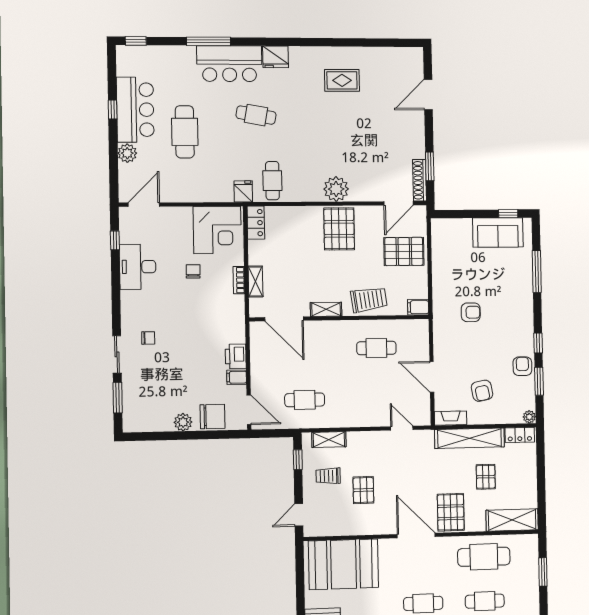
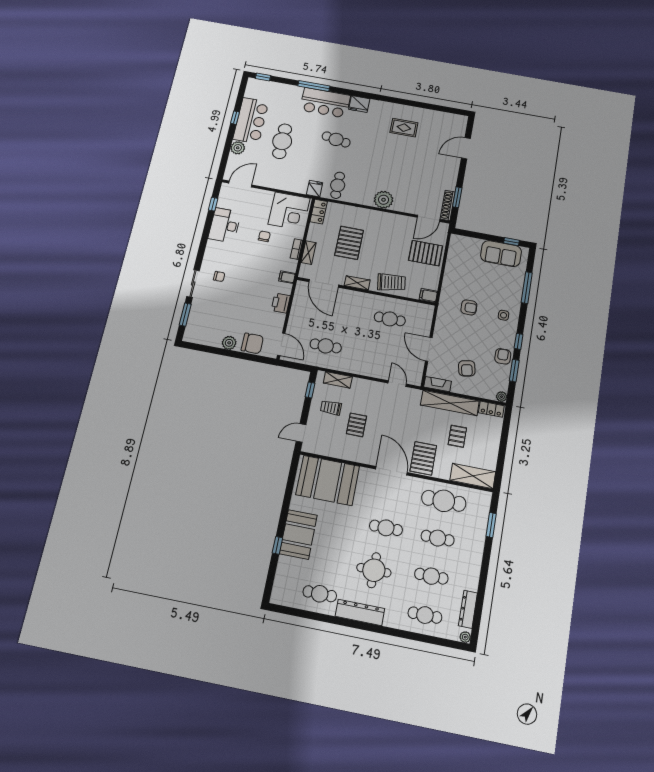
pallet: (339, 229) -> (349, 243), moved
side table: (515, 313) -> (504, 315), added
filing cabinet: (237, 377) -> (287, 277), moved

